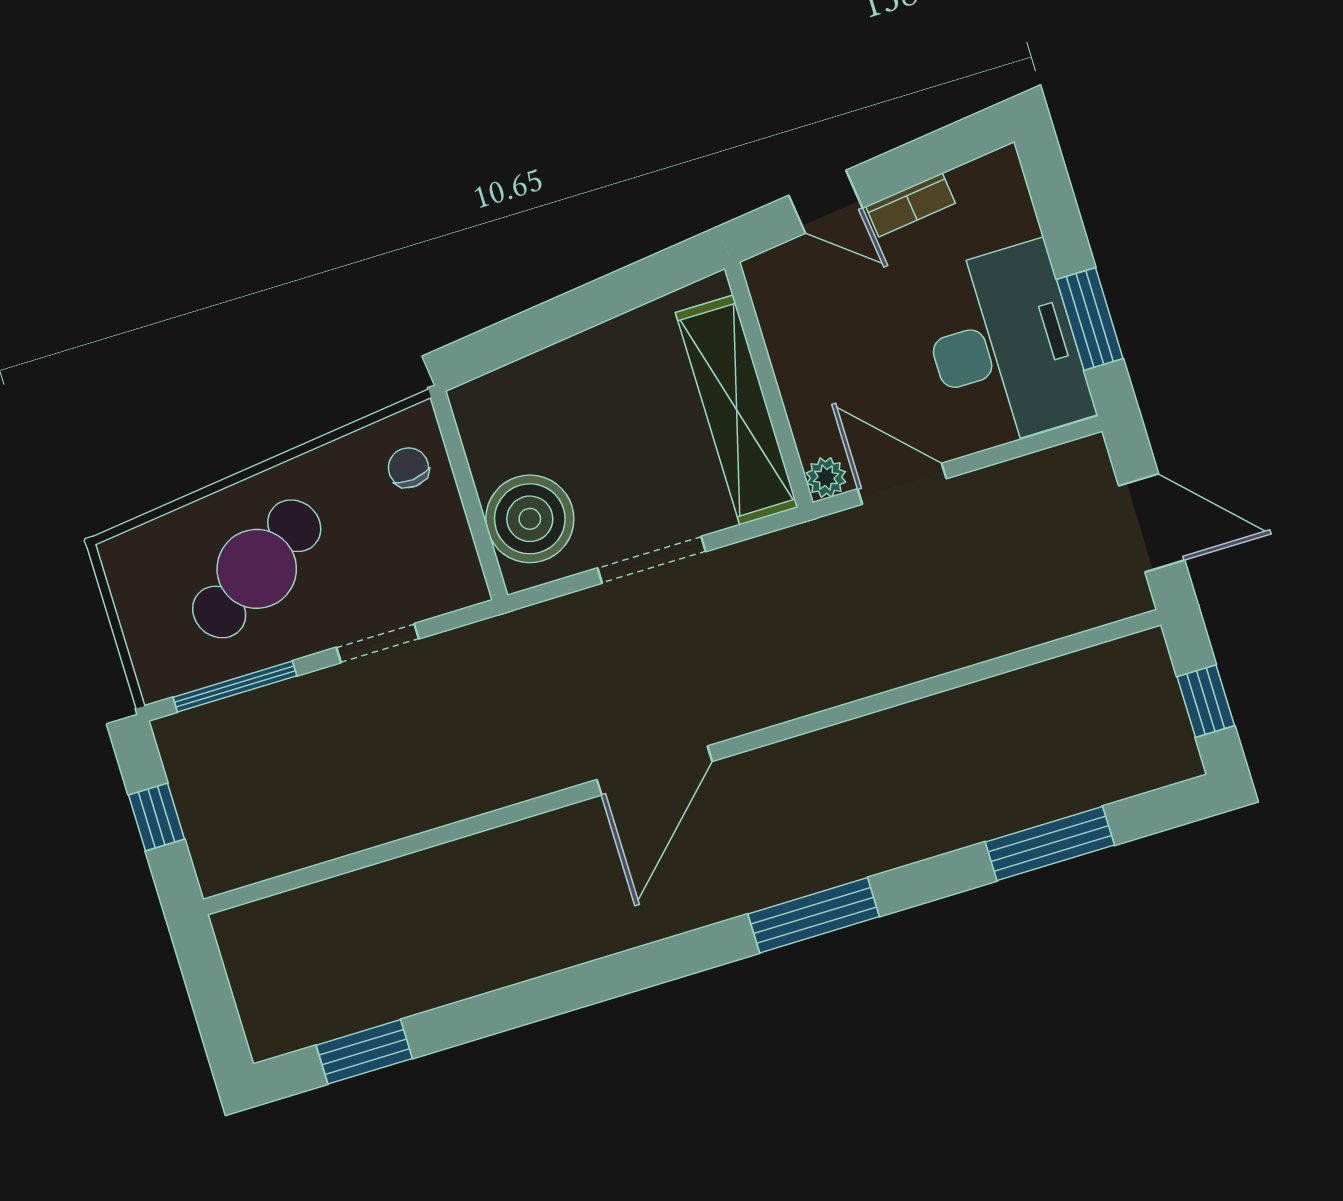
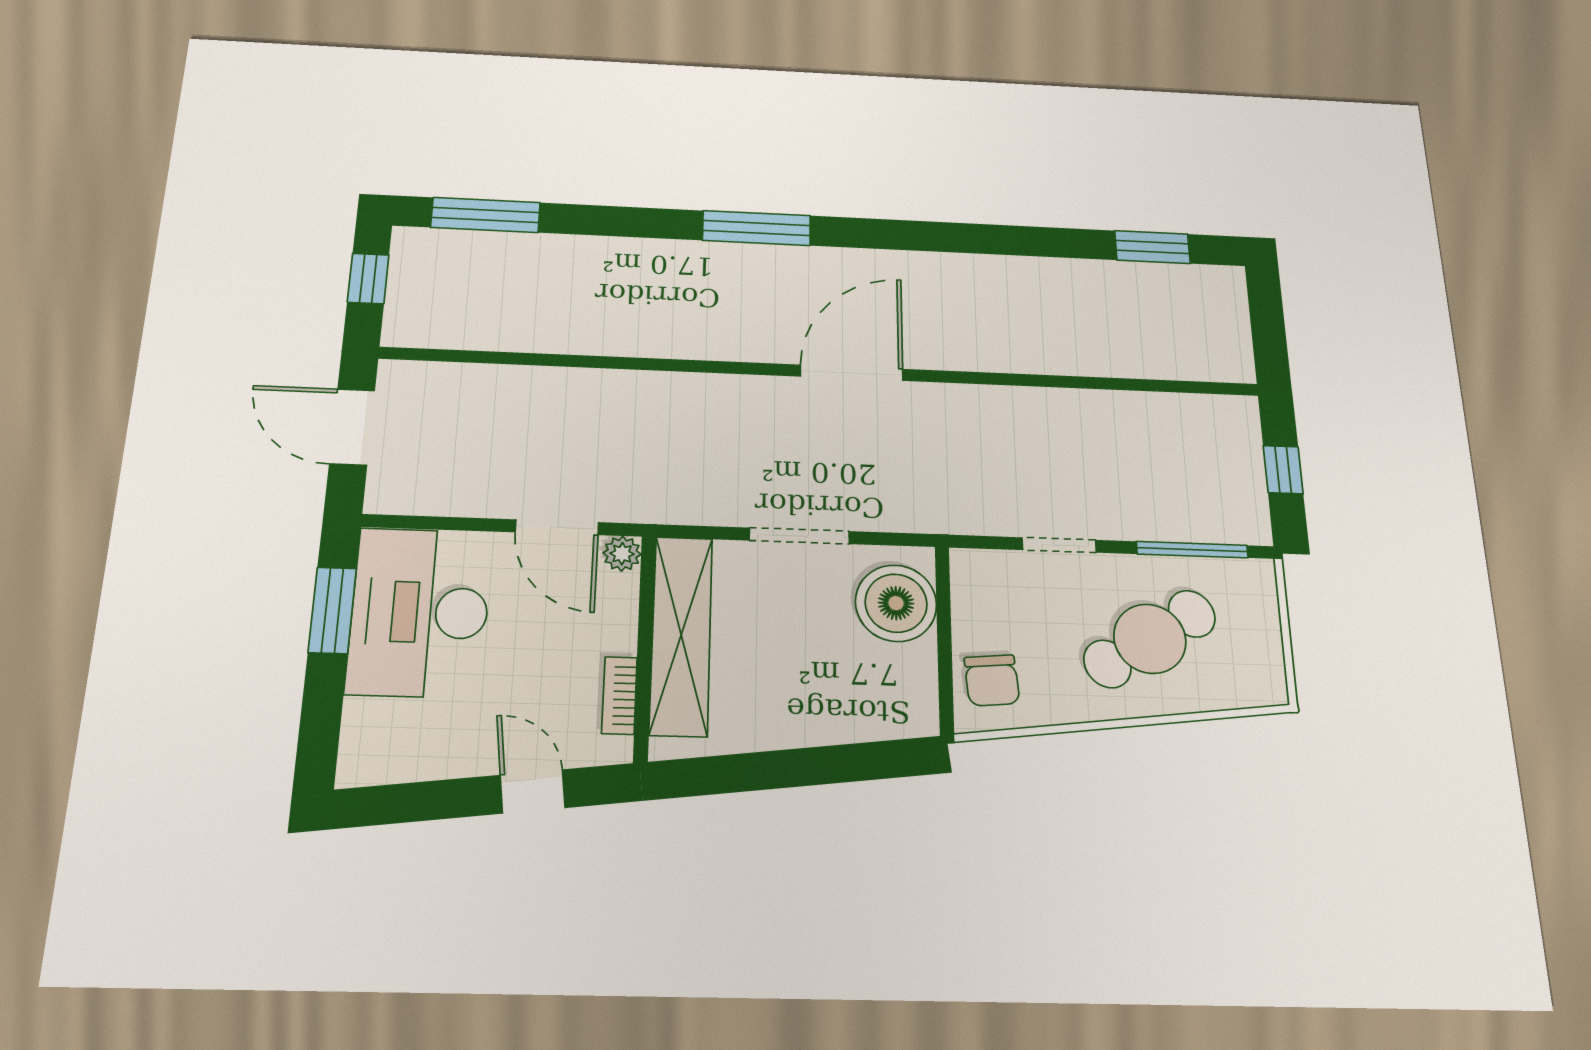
bookcase: (911, 205) -> (619, 695), moved, turned -83
chair: (408, 468) -> (992, 680), width x1.37, depth x1.37
window: (1050, 844) -> (486, 215), moved

